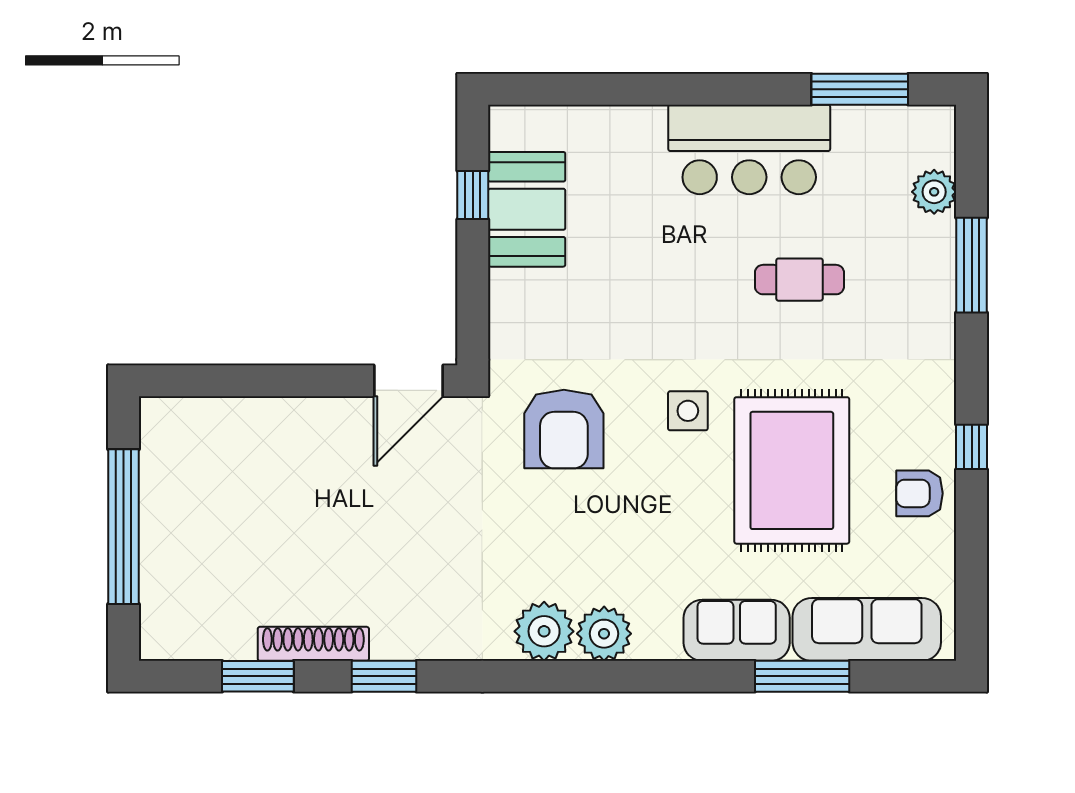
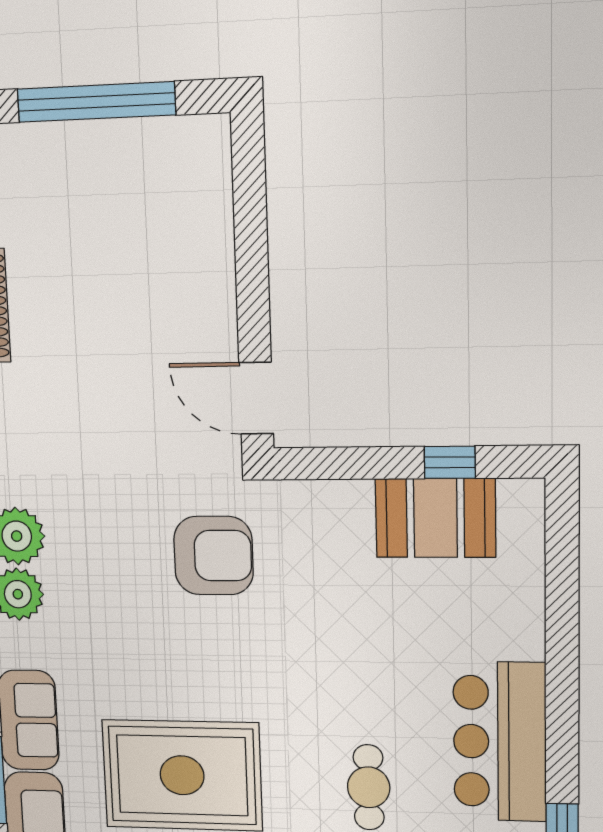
side table: (688, 411) -> (236, 677), removed
armchair: (564, 429) -> (214, 556), turned 180

